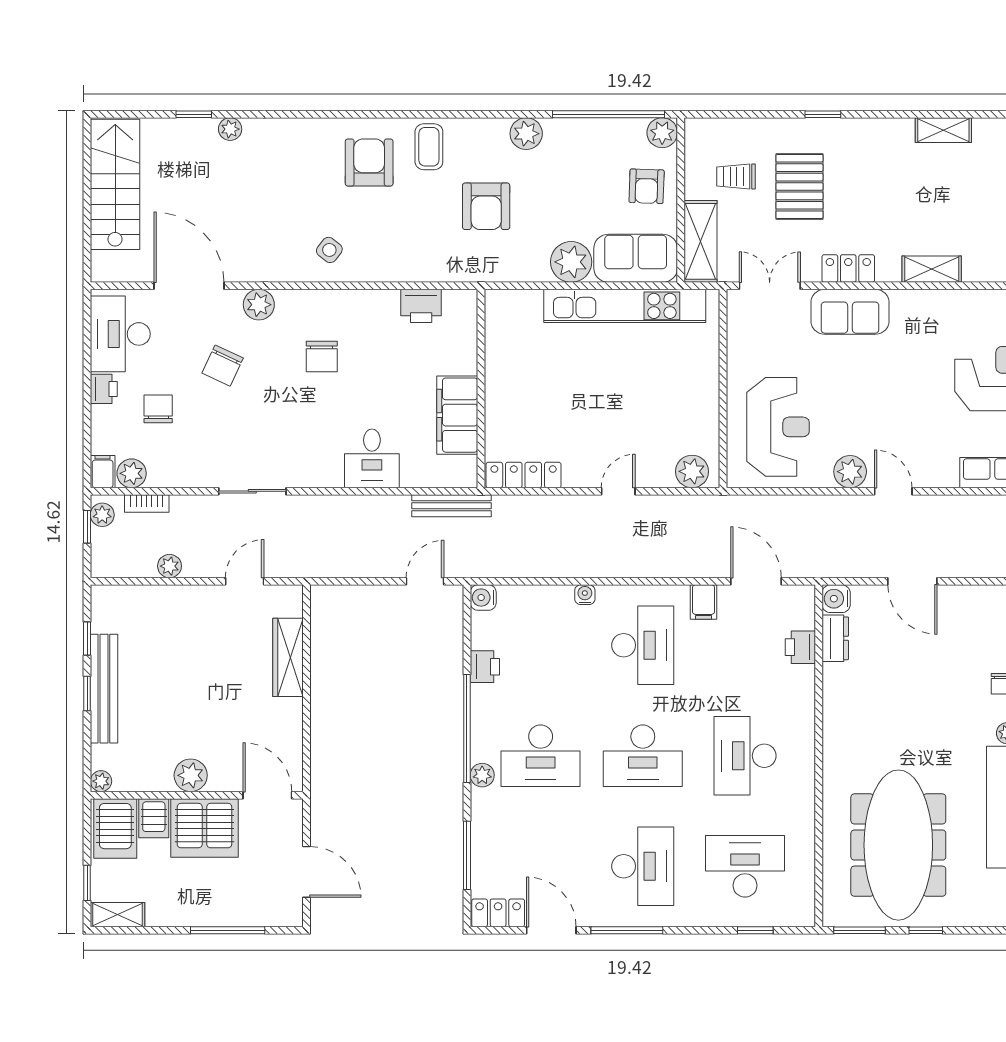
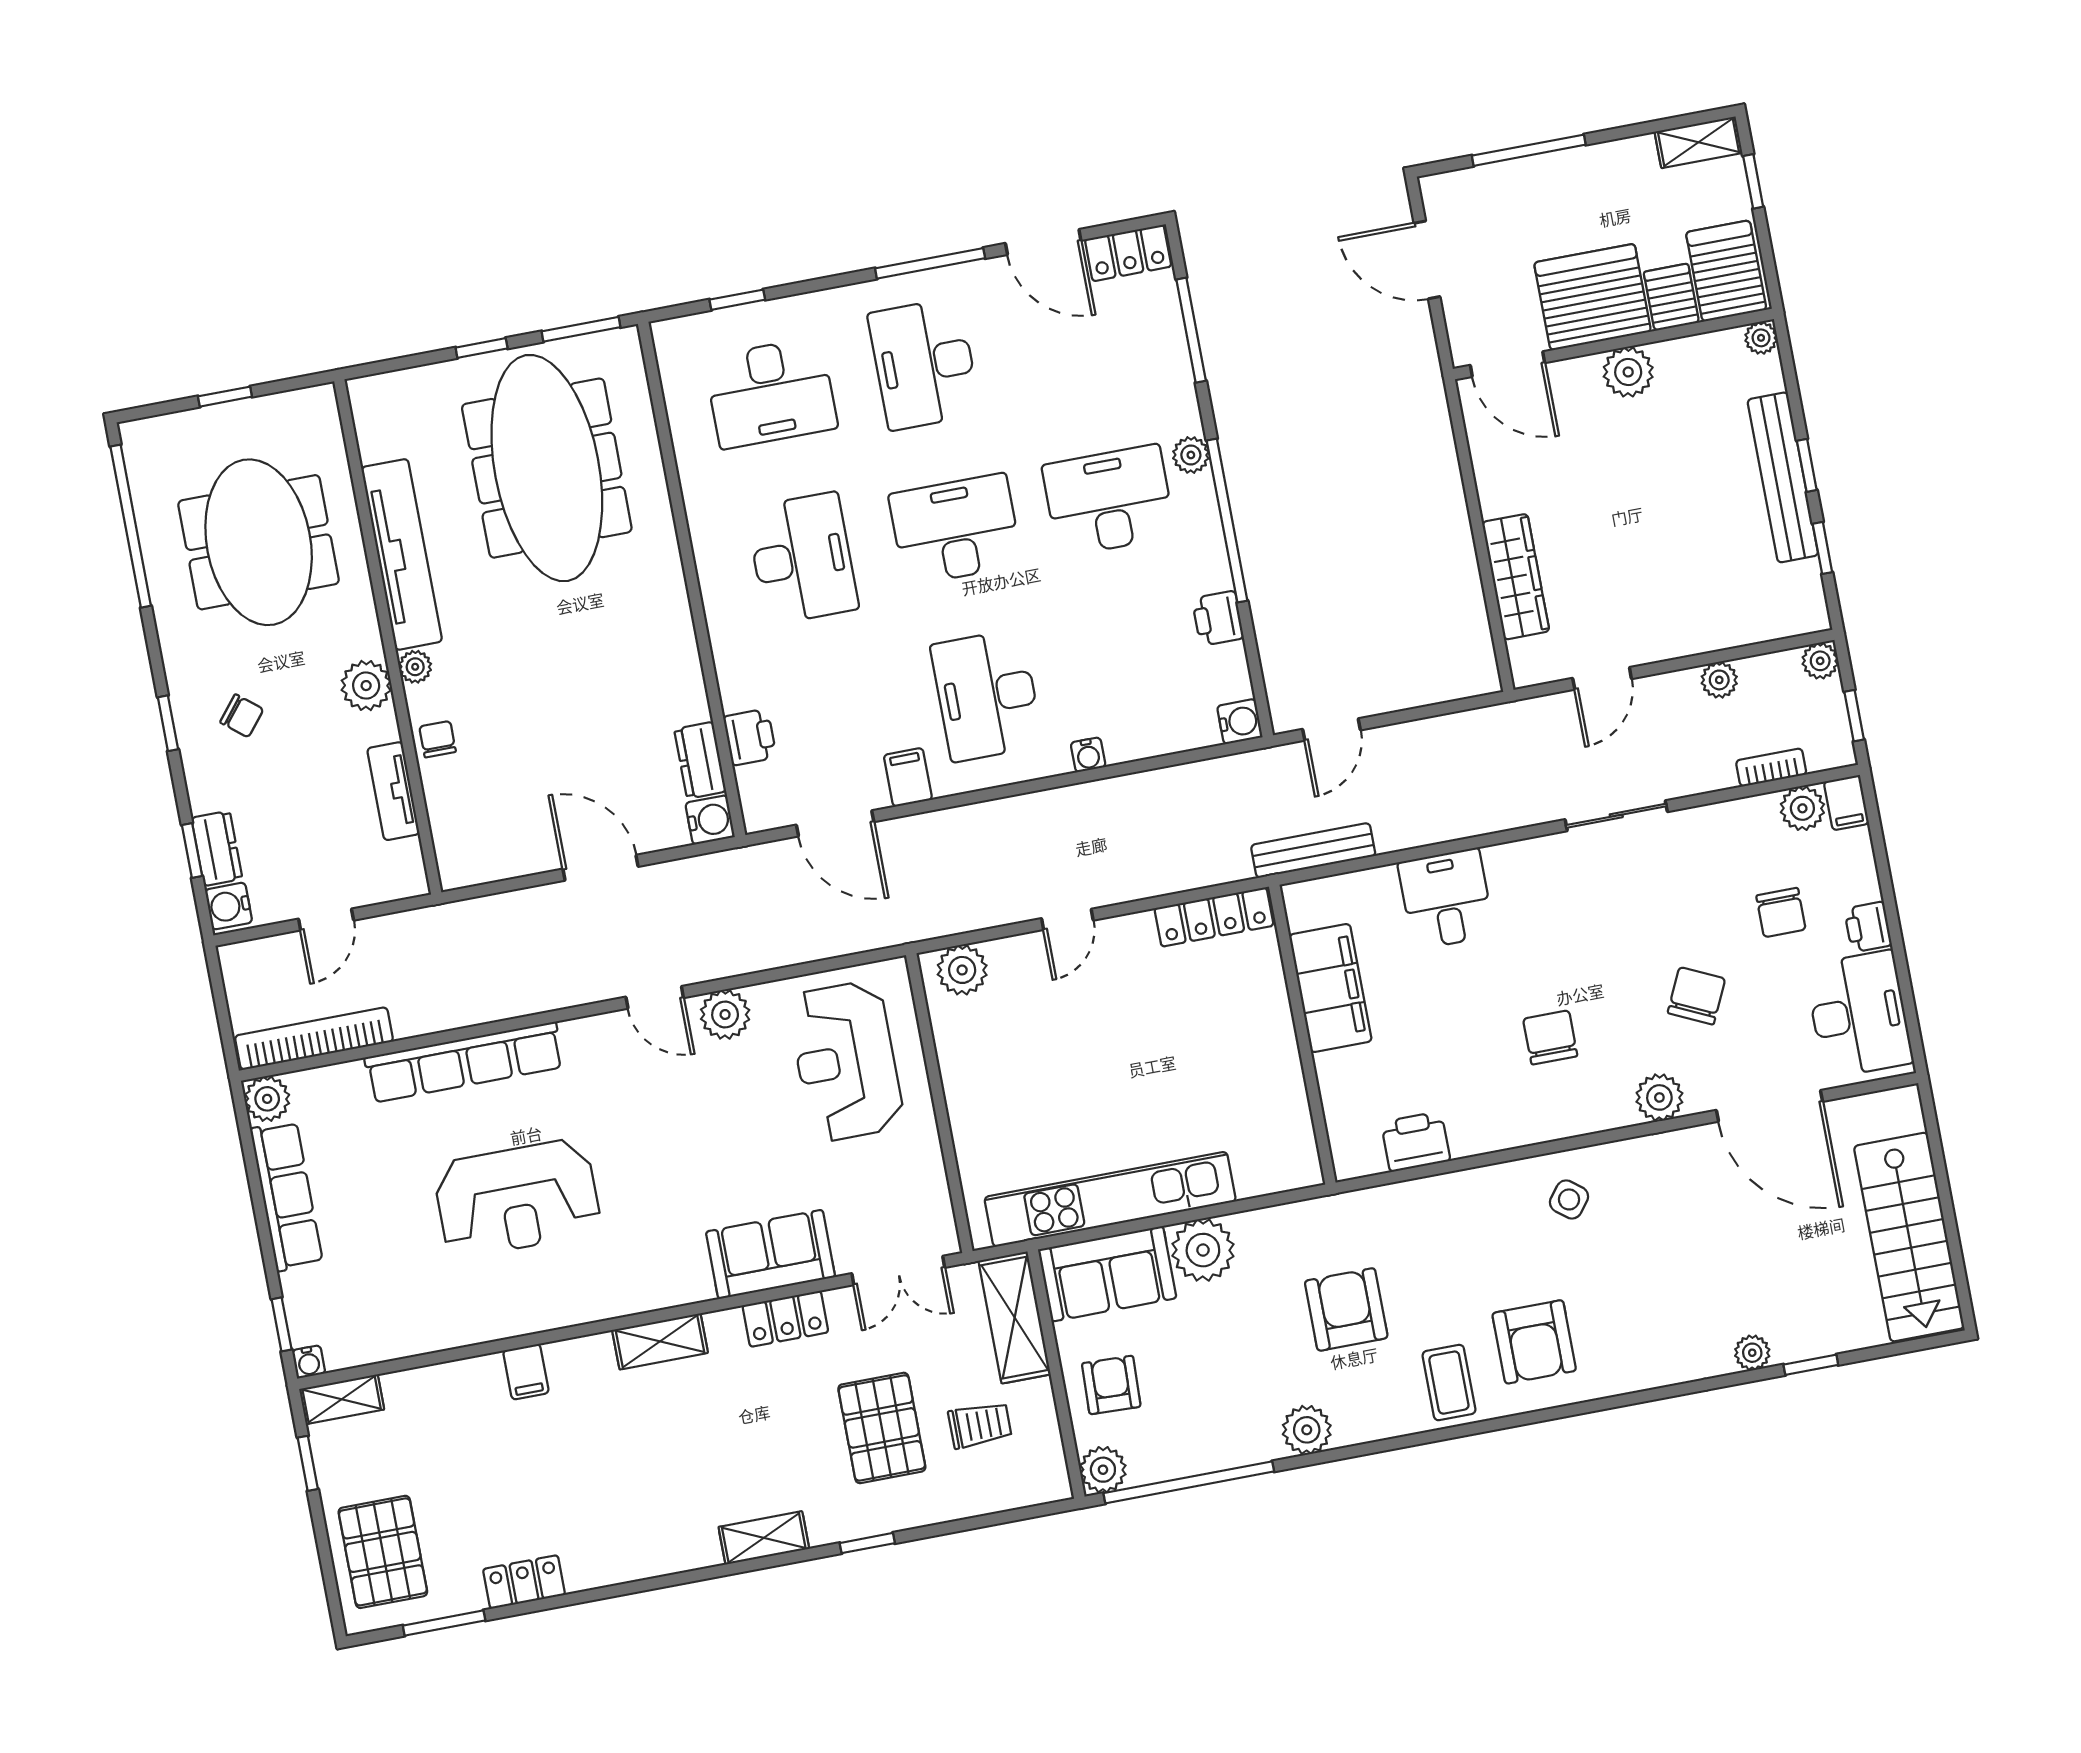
shelving: (943, 130) -> (764, 1538), moved
plant: (102, 515) -> (1820, 661), moved

